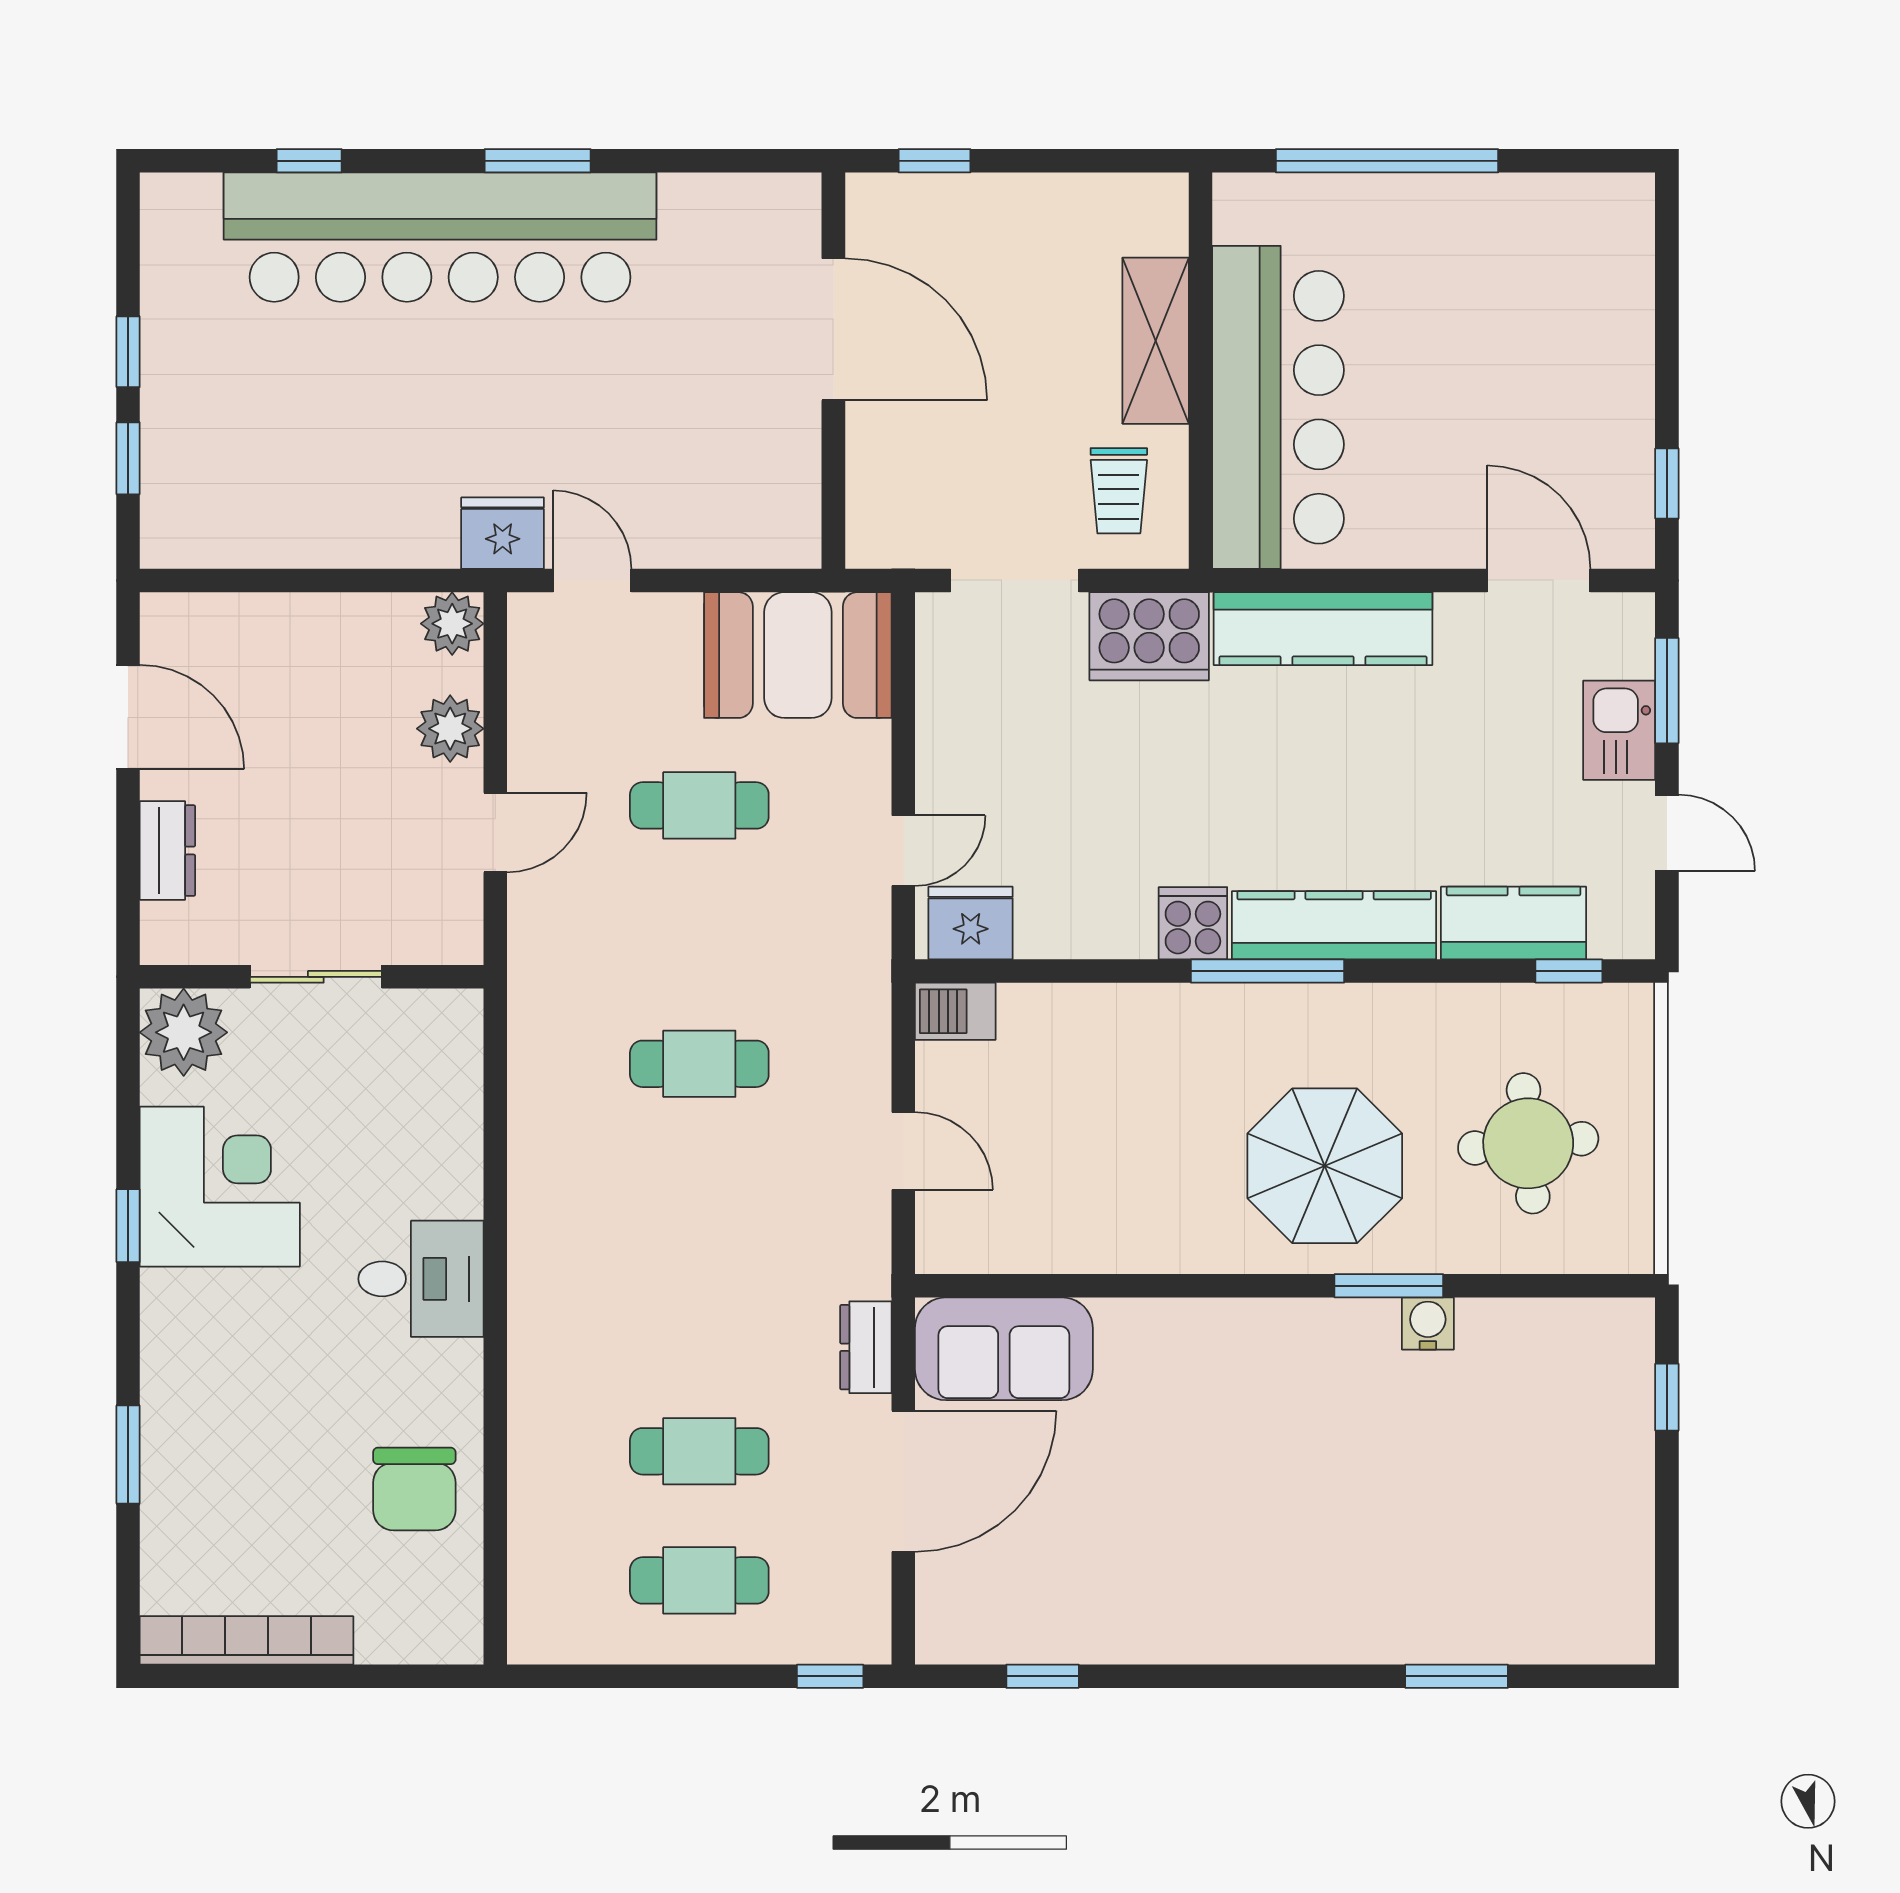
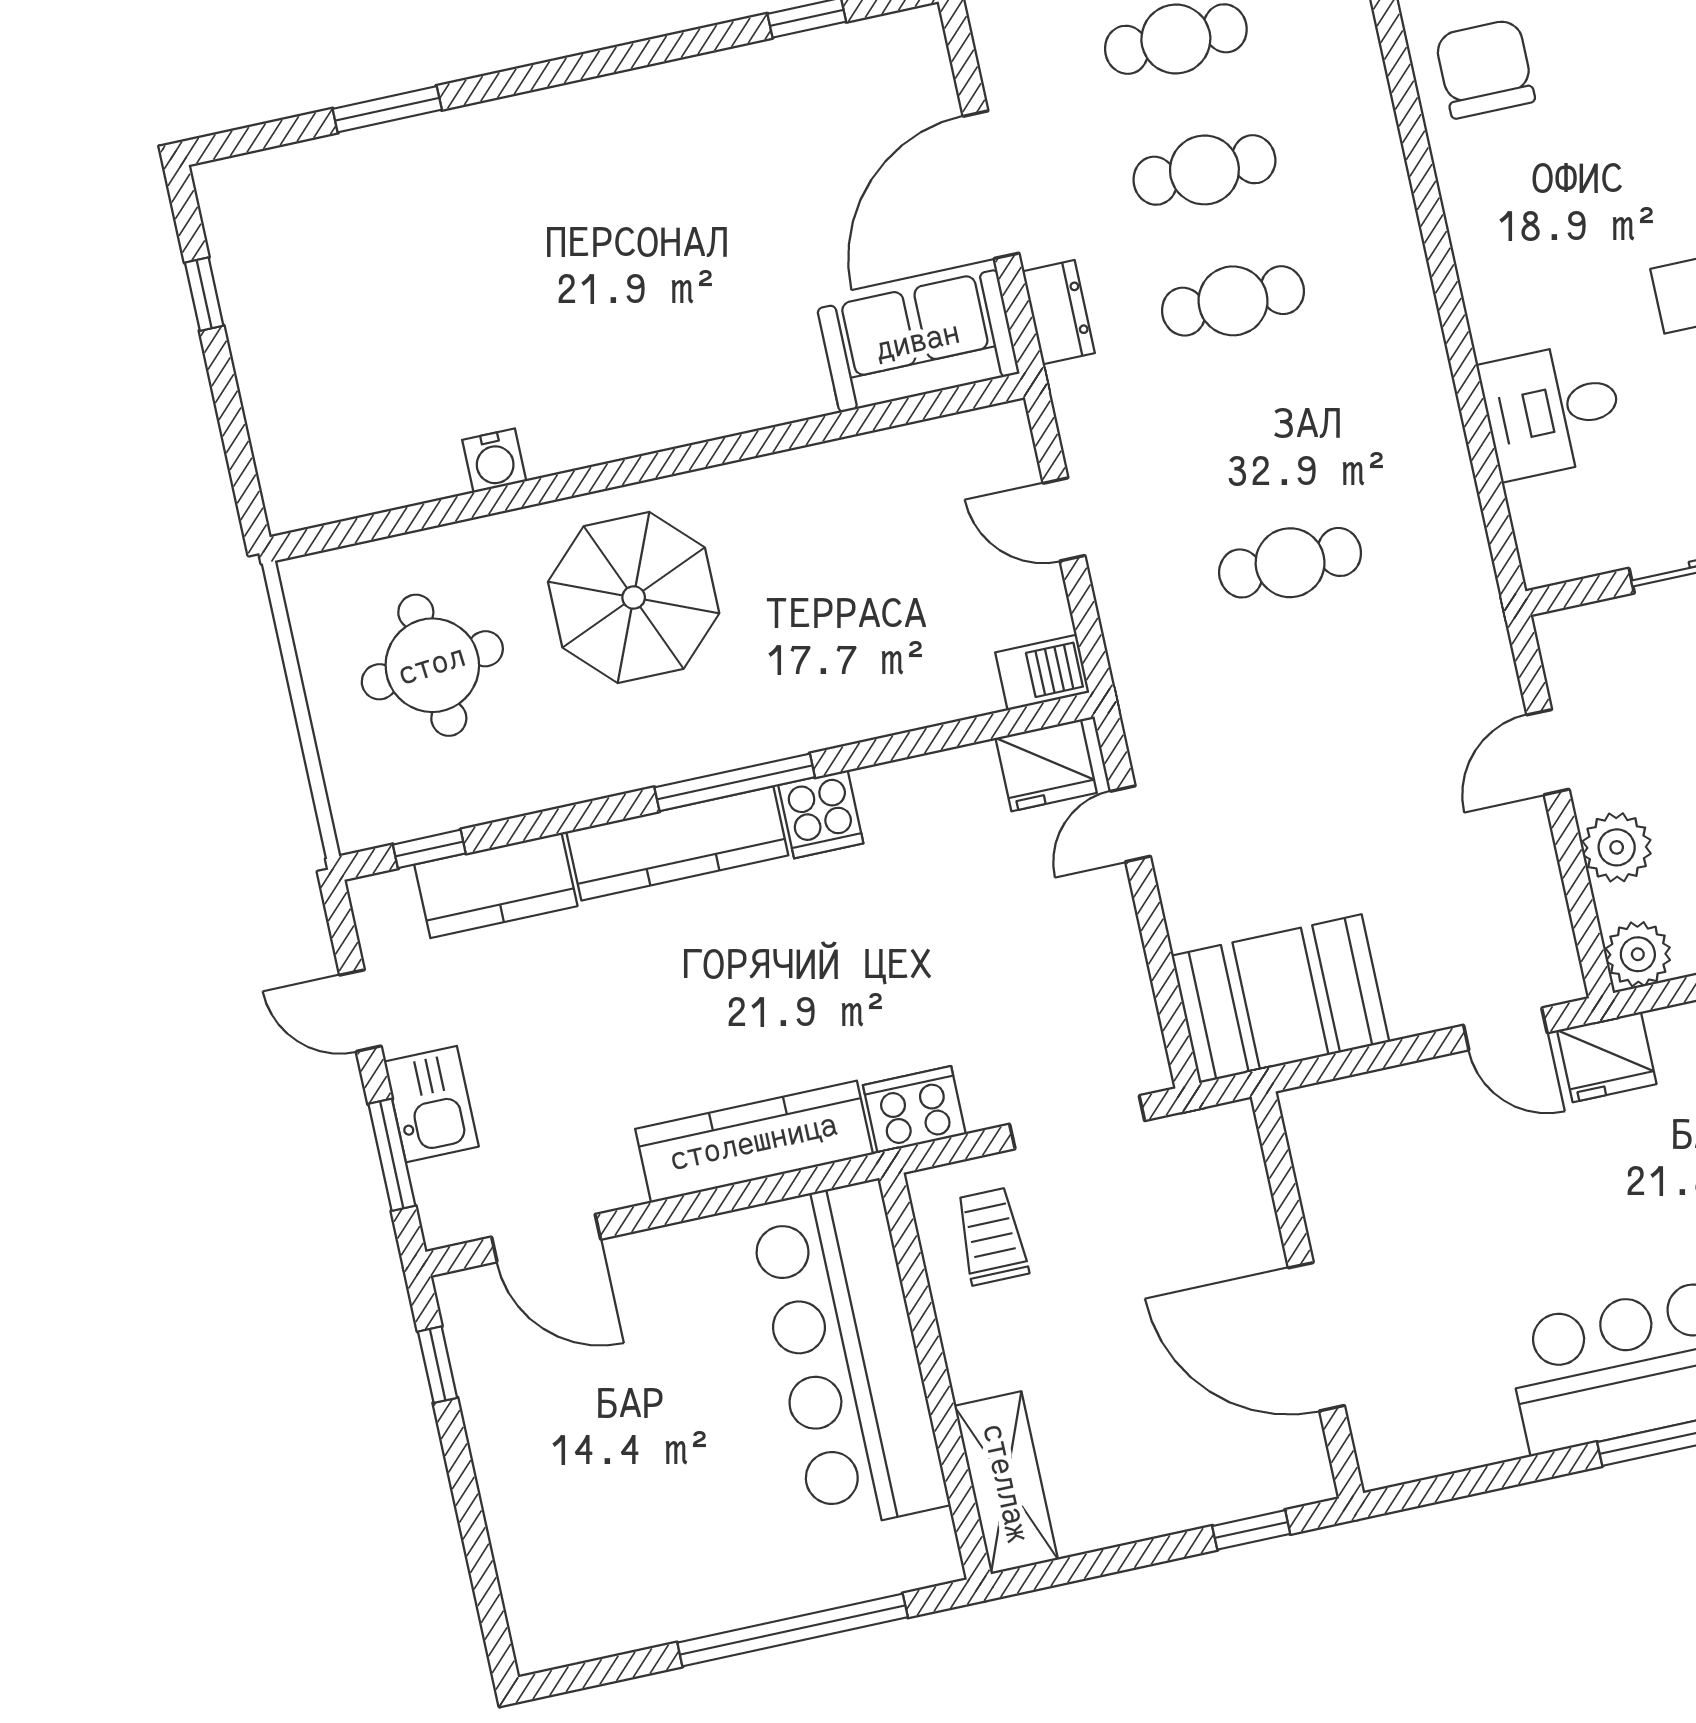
shelving: (1156, 341) -> (1006, 1483), moved
cooker: (1149, 636) -> (914, 1110), width x0.73, depth x0.76
cafe table: (699, 805) -> (1233, 301), moved
desk: (421, 1279) -> (1552, 410), moved
window: (1389, 1286) -> (542, 490), removed
window: (1667, 1397) -> (204, 294), moved

